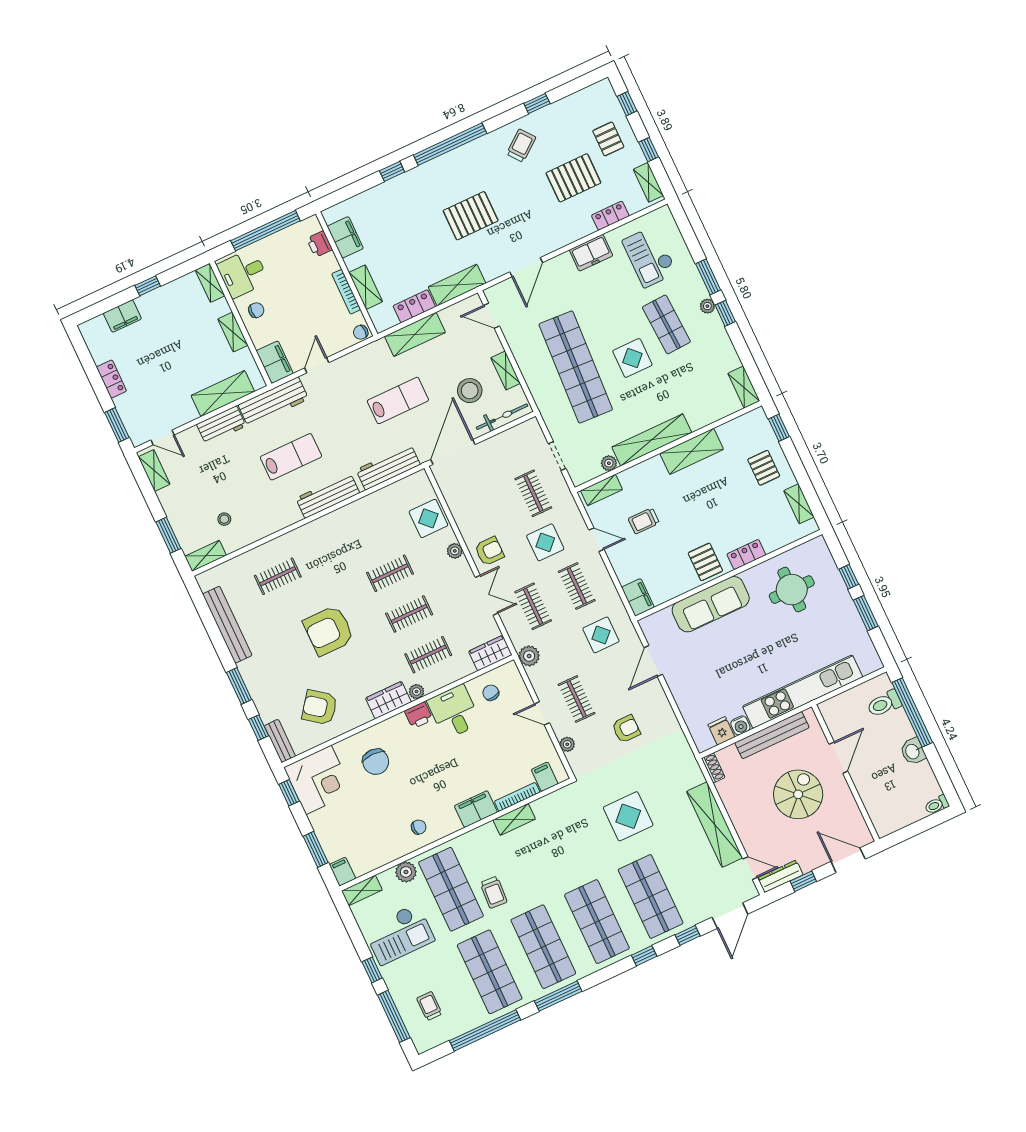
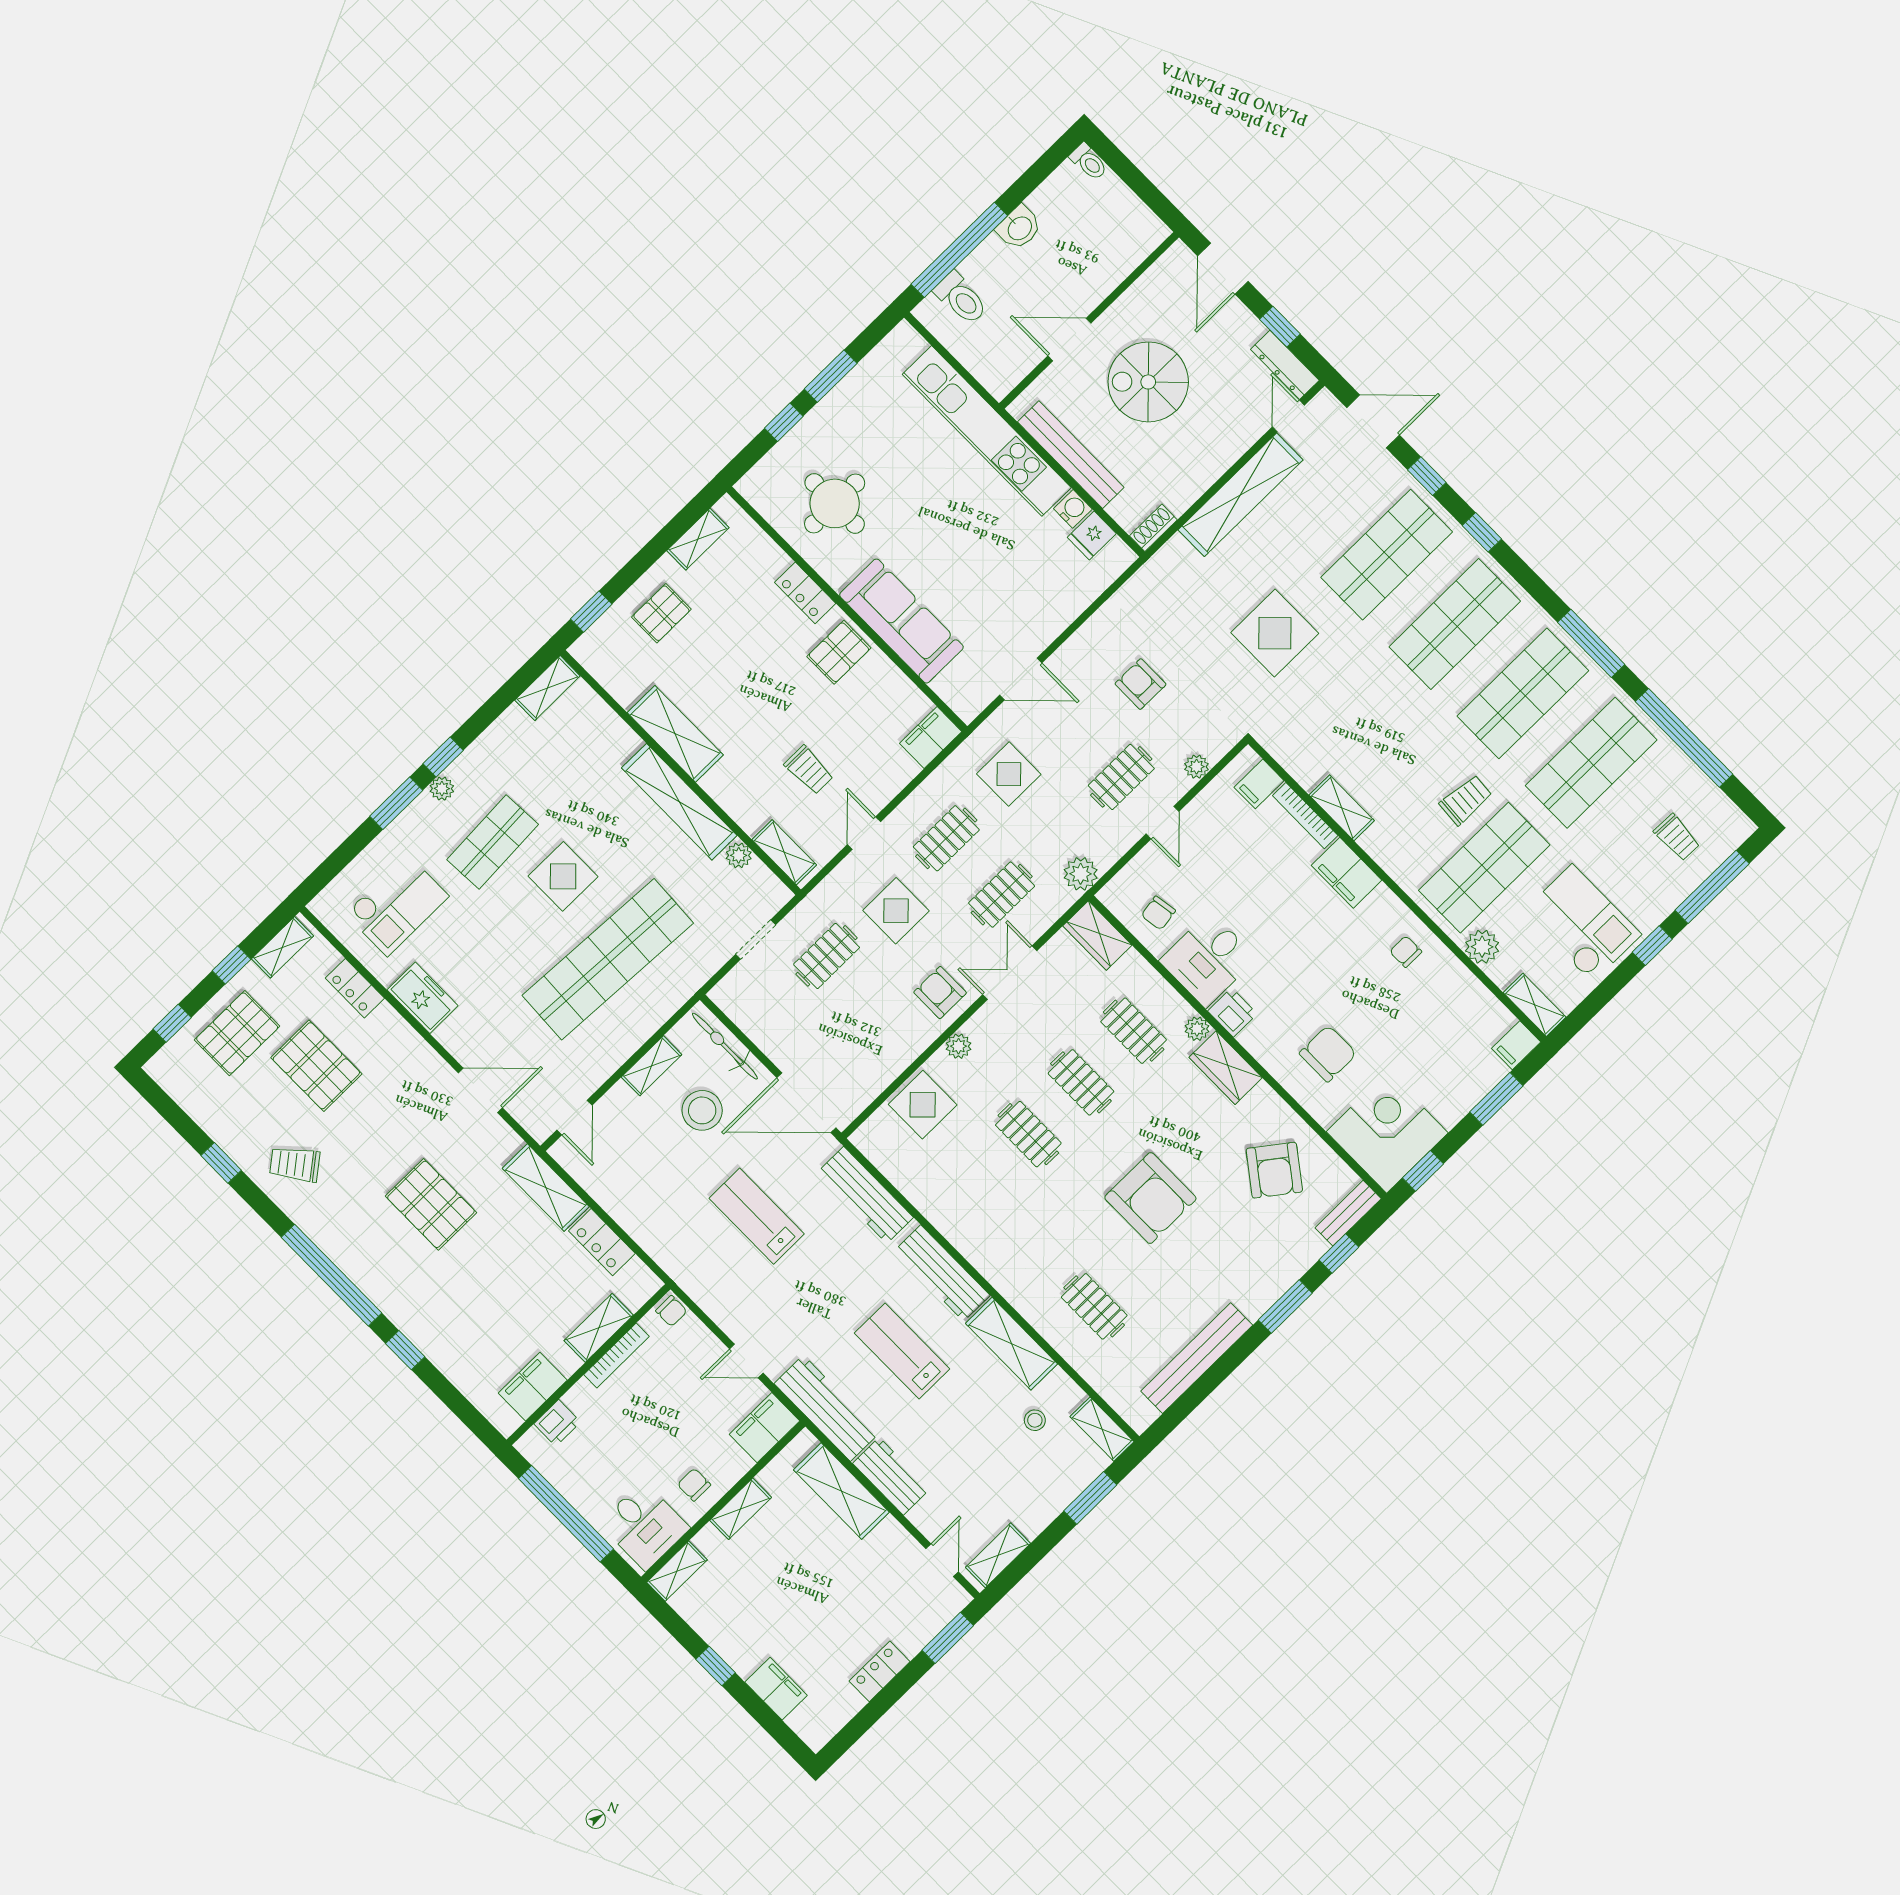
pallet: (608, 139) -> (237, 1033), width x1.50, depth x1.42
shelving: (415, 334) -> (1011, 1344), moved
trolley: (429, 1006) -> (1677, 837), turned -88

